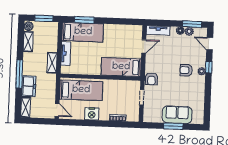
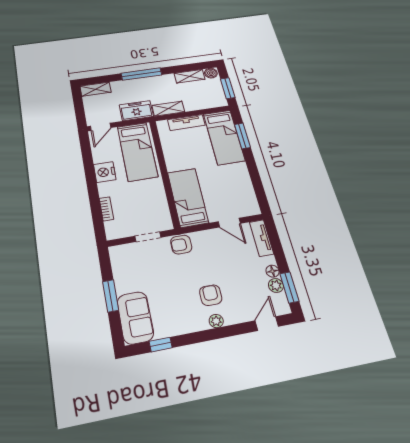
window: (209, 67) -> (161, 345), moved
freezer: (29, 86) -> (136, 111), moved, turned 180
sofa: (177, 115) -> (135, 318), moved

